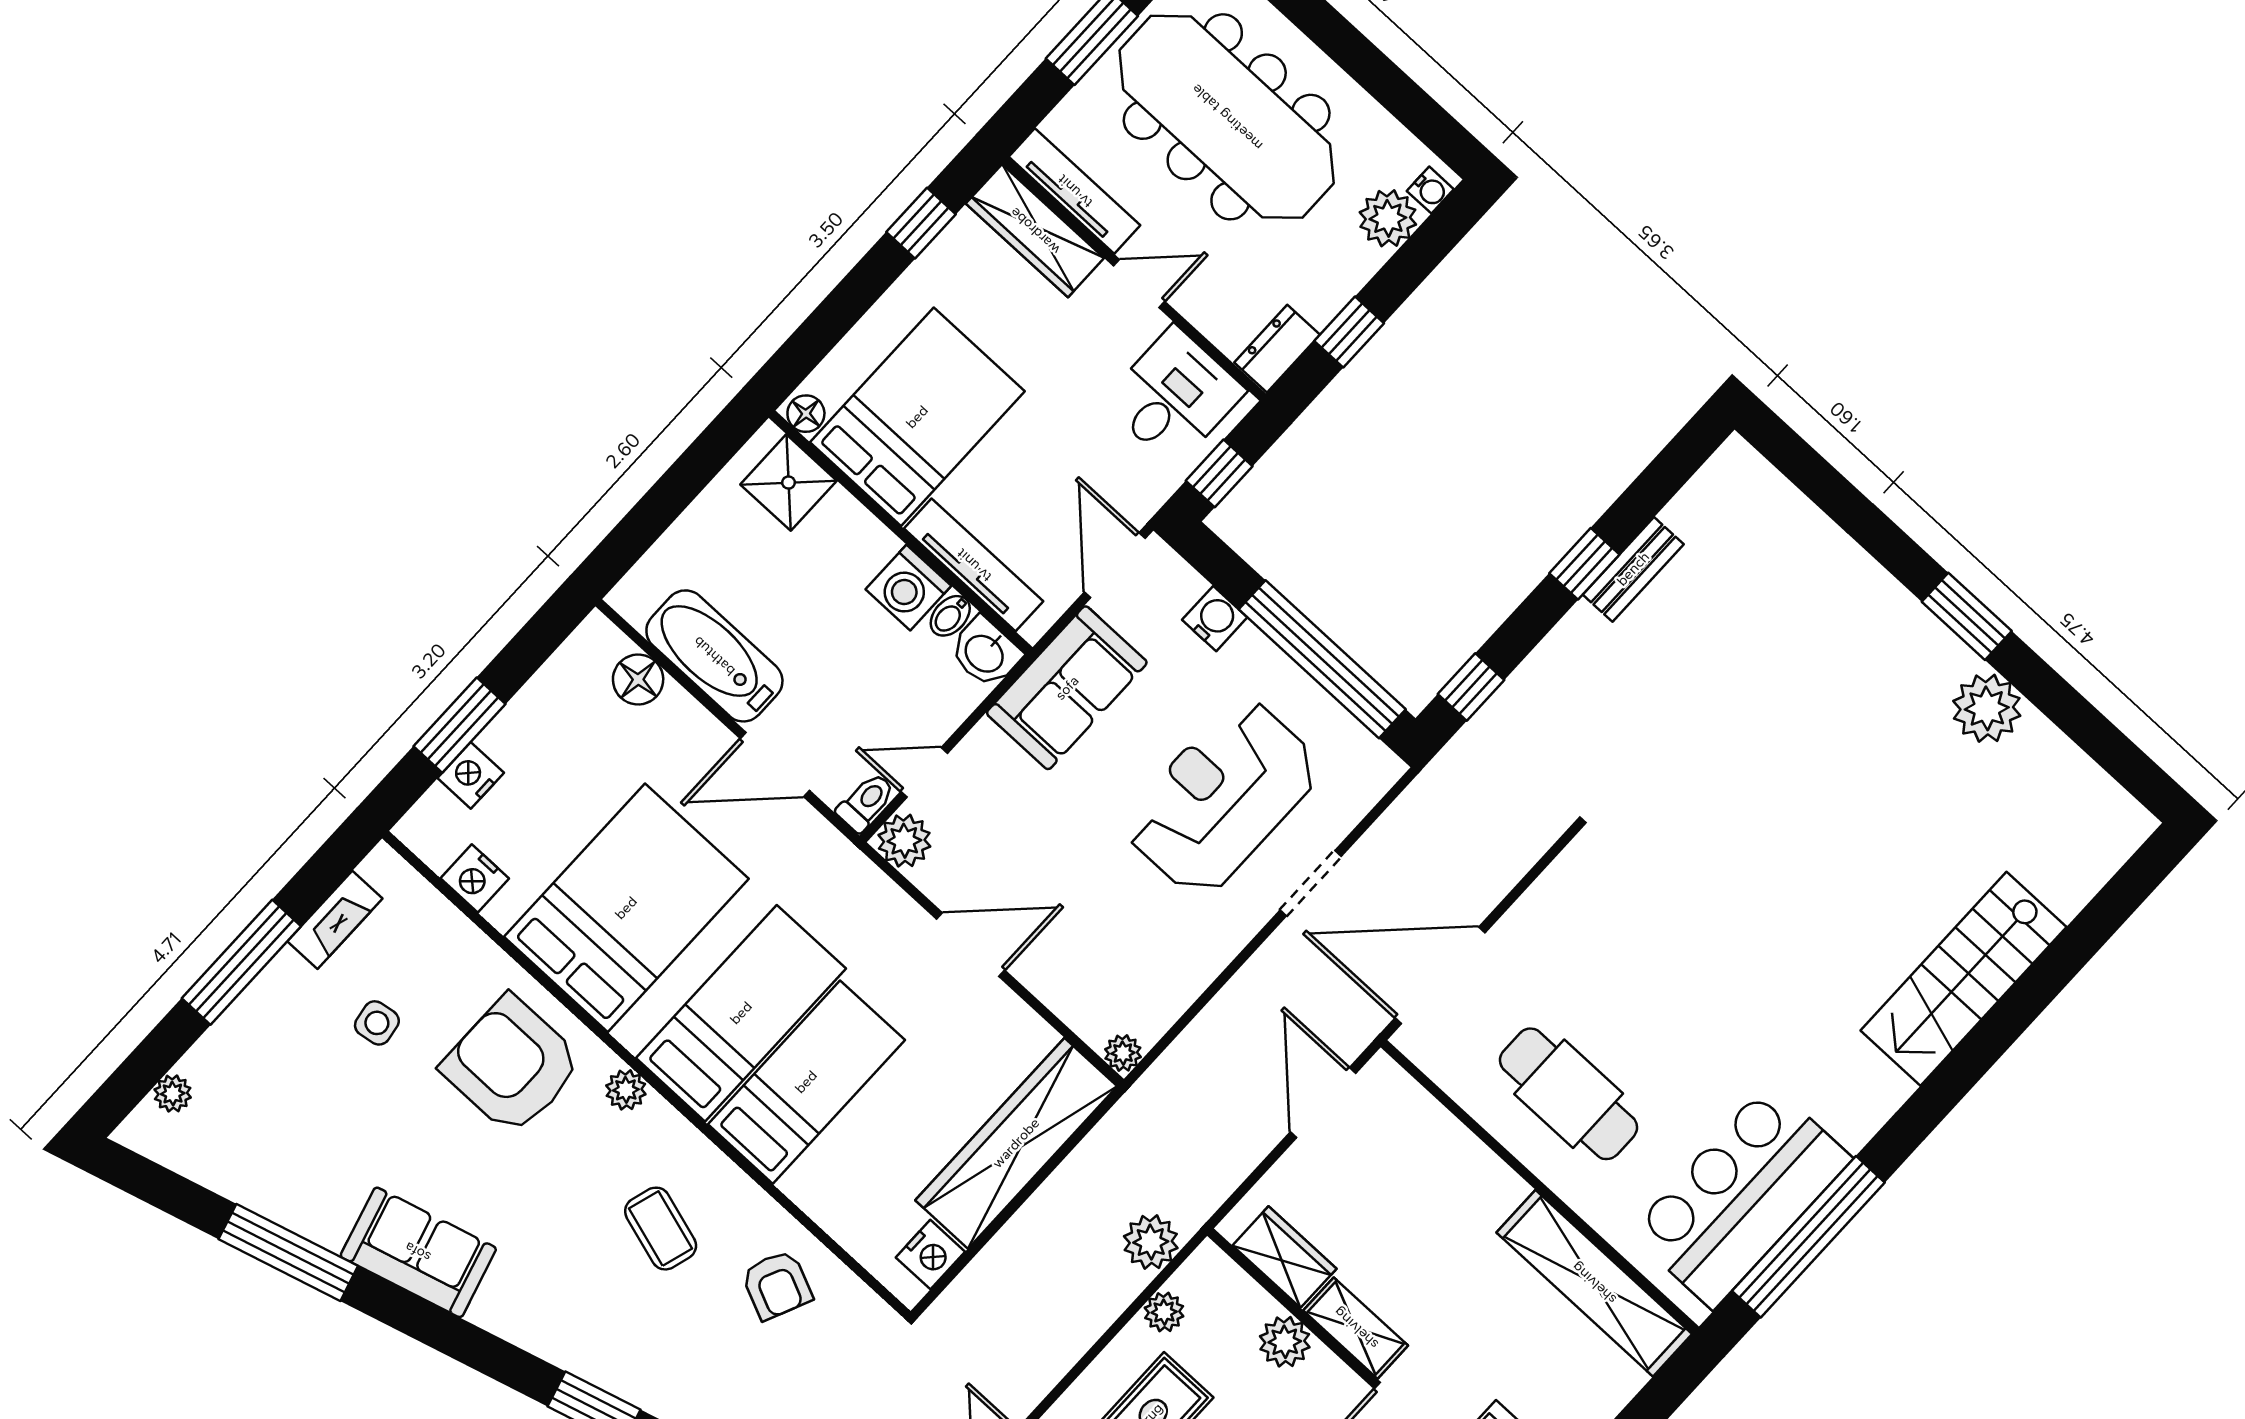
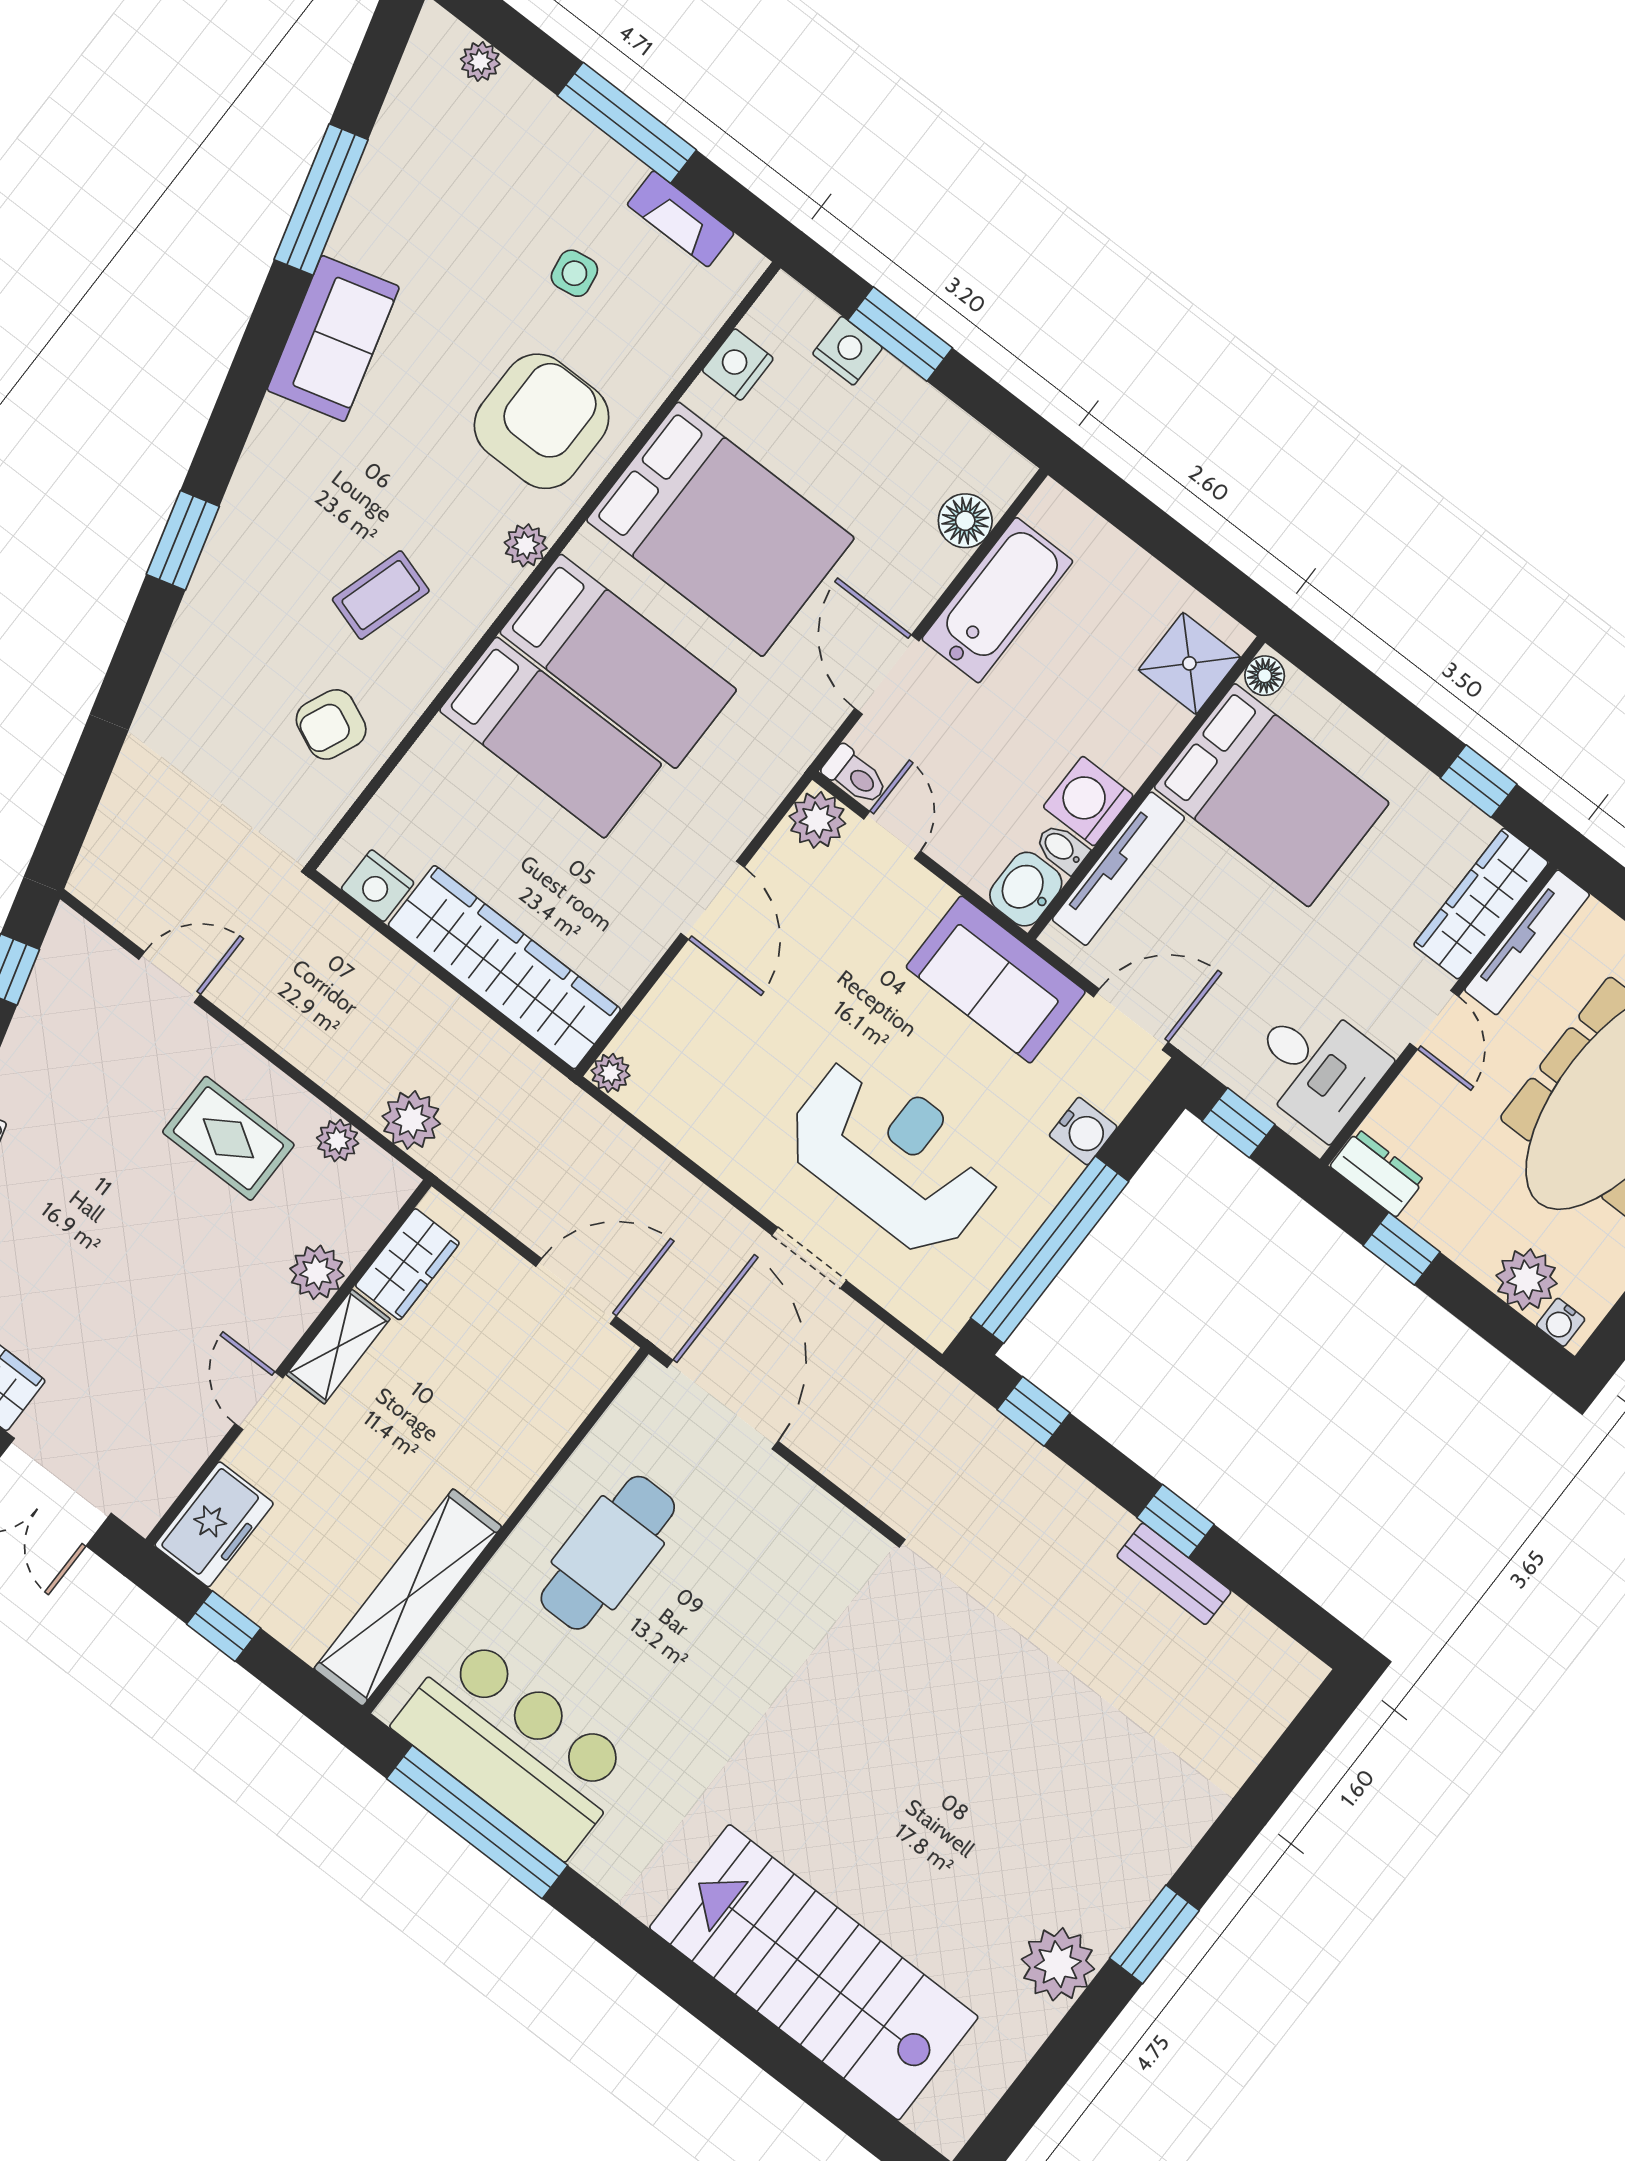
stairs: (1963, 979) -> (814, 1972), width x1.36, depth x1.51

